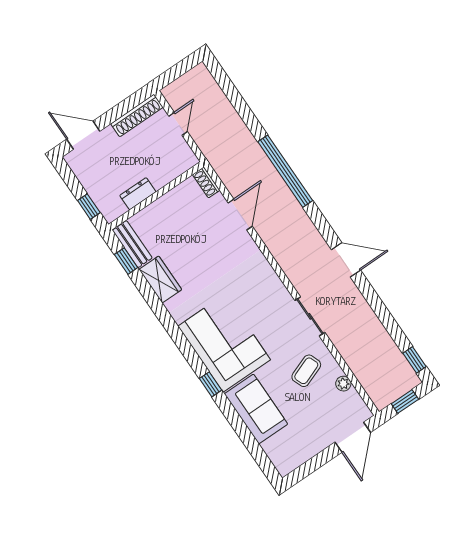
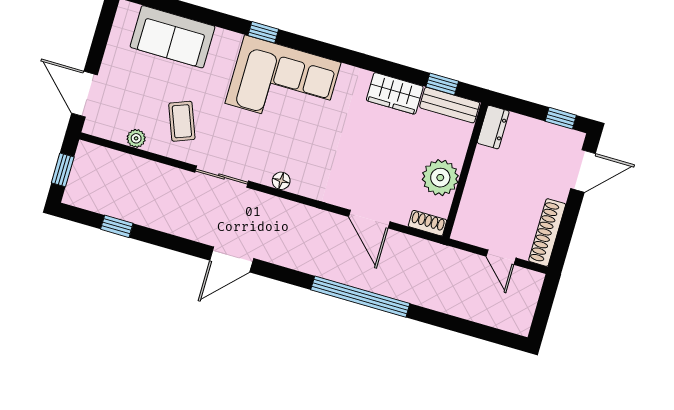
dresser: (138, 194) -> (493, 127), moved
plant: (175, 204) -> (440, 178), added
window: (89, 207) -> (561, 118), moved
floor lamp: (275, 283) -> (281, 181), added
window: (414, 360) -> (117, 226), moved
sofa: (256, 409) -> (173, 37), moved

